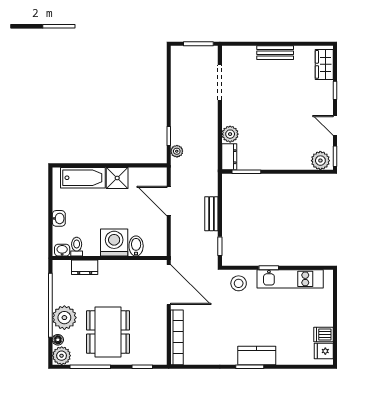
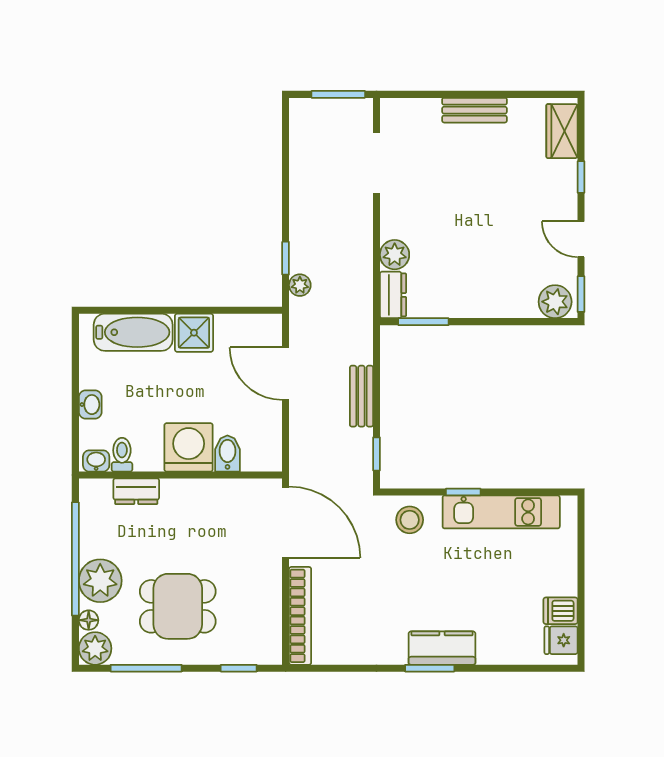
dining table: (108, 332) -> (178, 606), width x0.73

